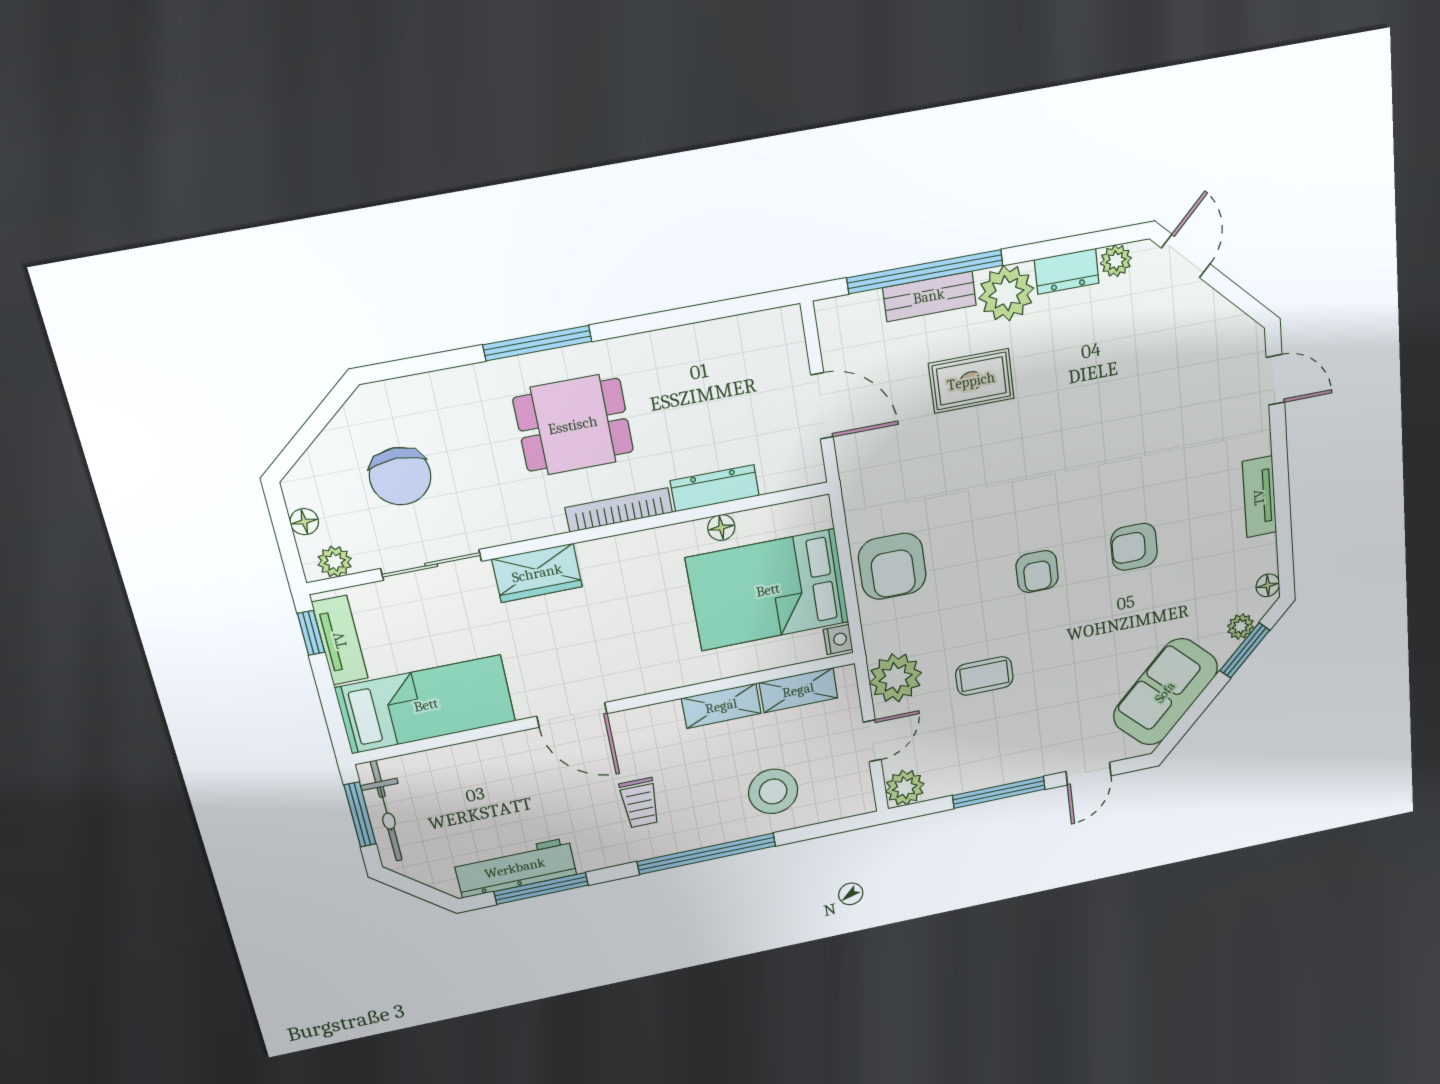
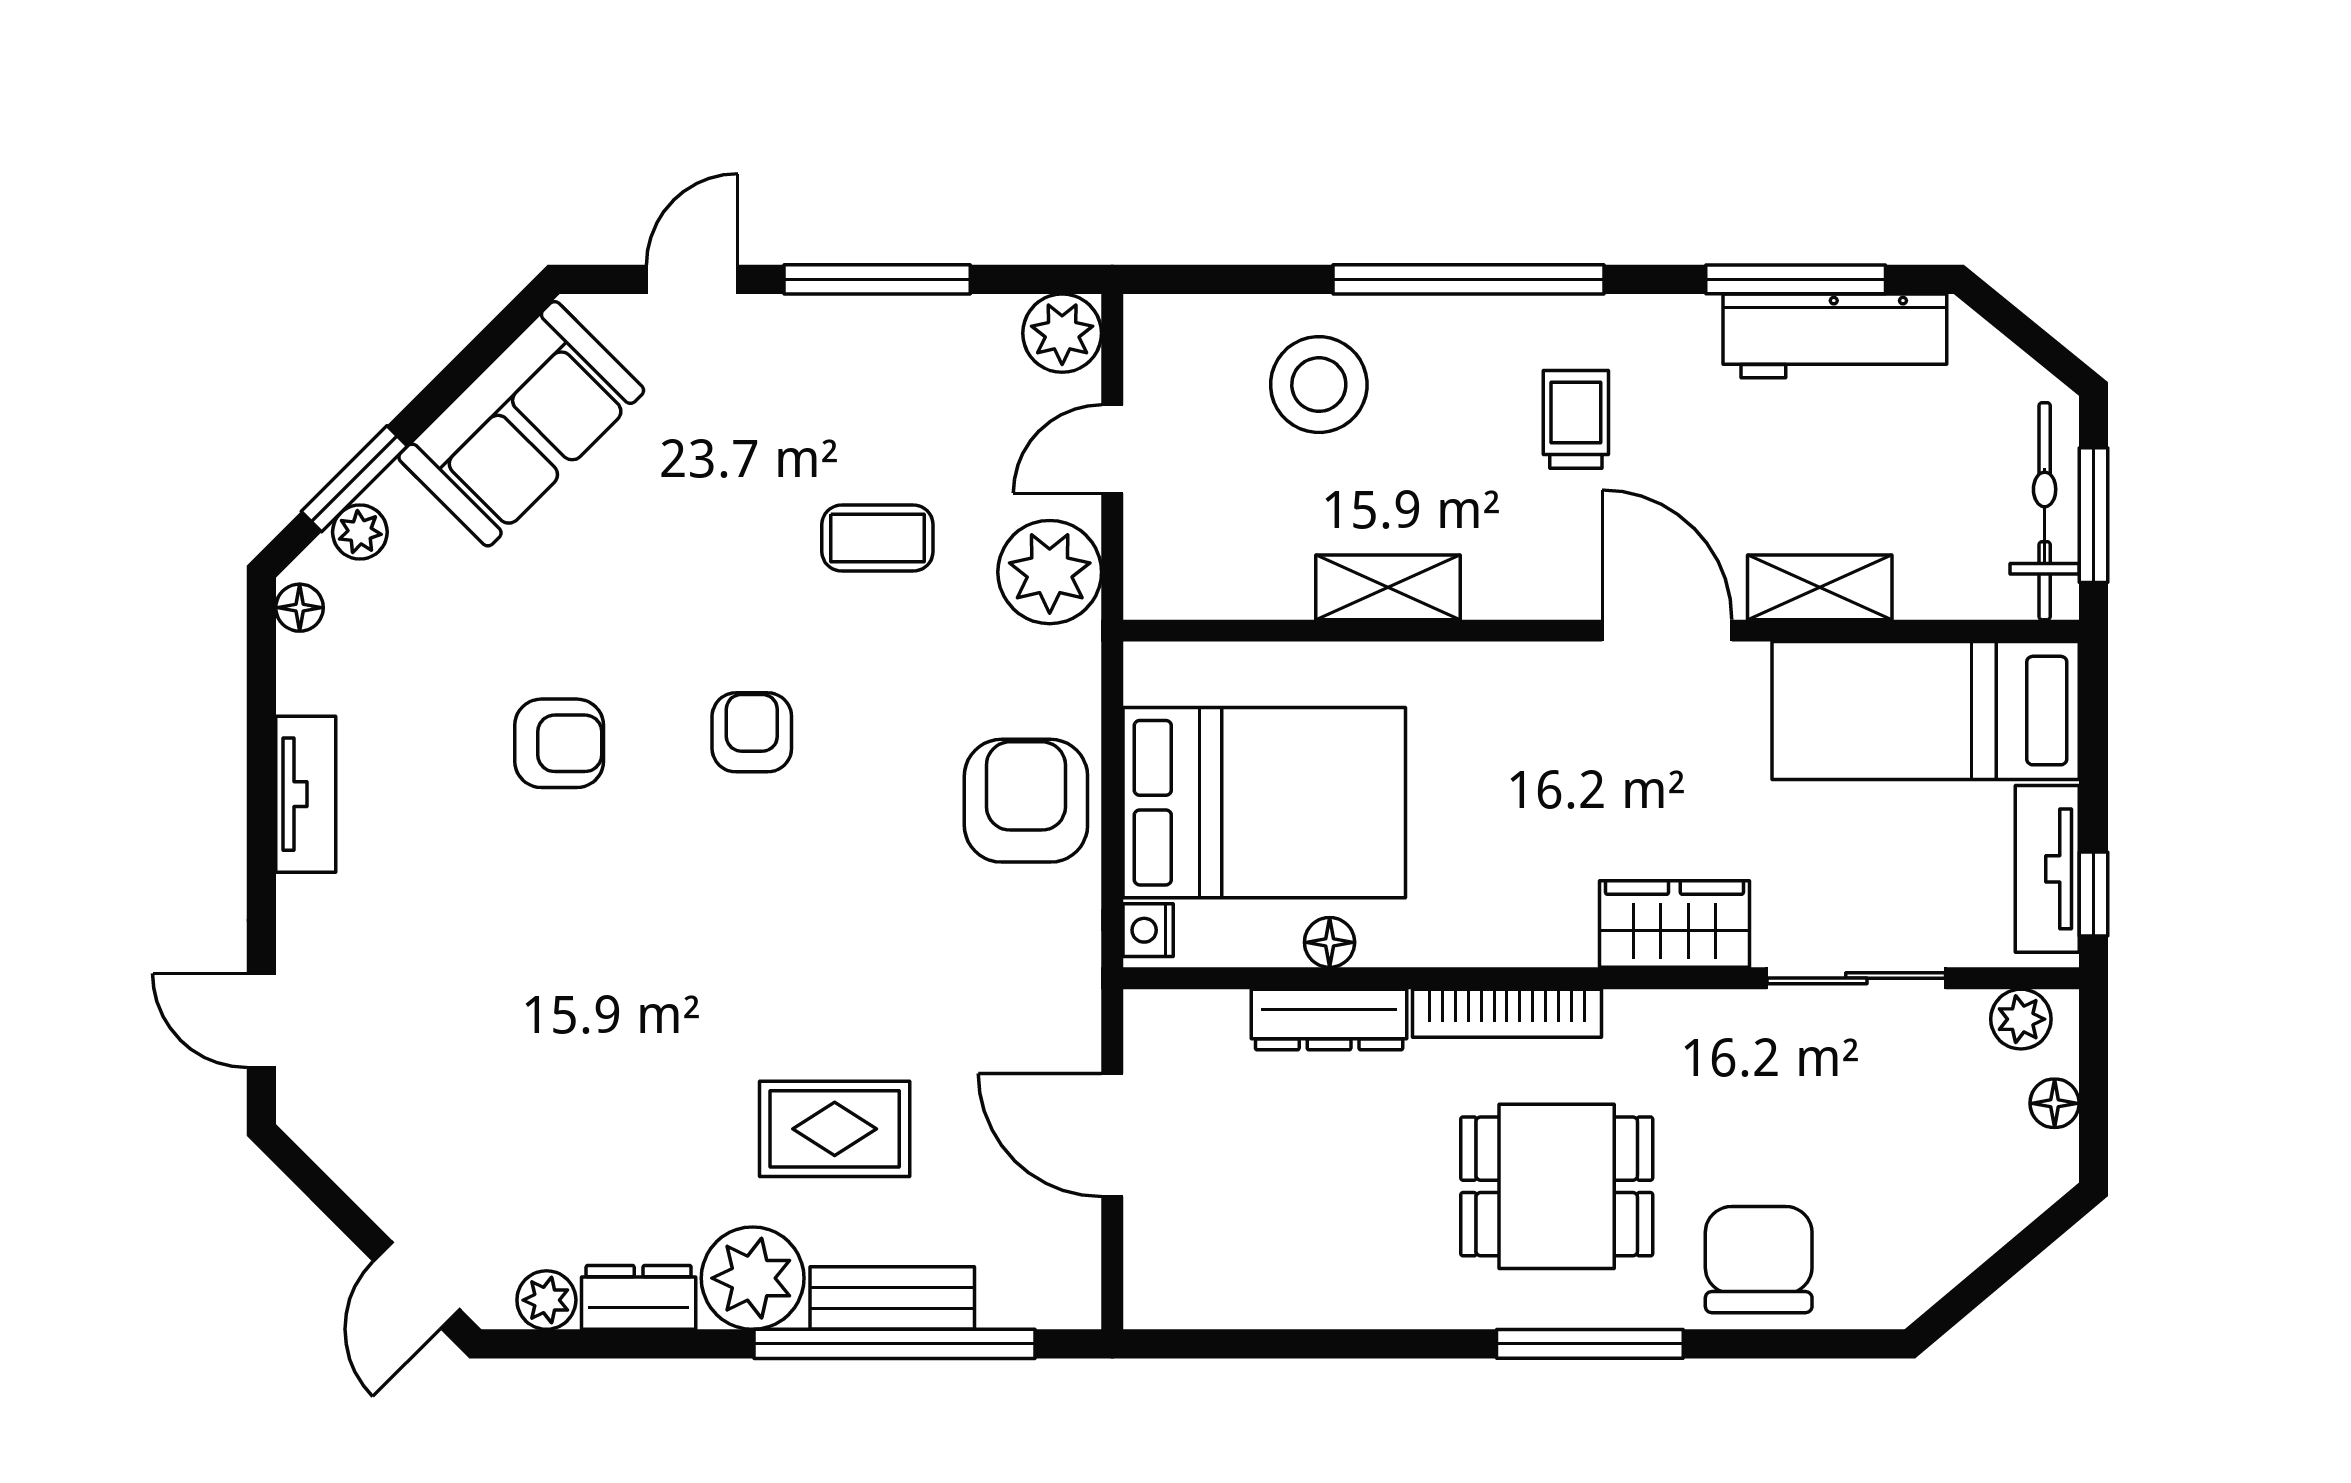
chair: (400, 476) -> (1759, 1260), moved
nightstand: (838, 640) -> (1148, 930), moved
shelving: (798, 690) -> (1820, 587), moved

